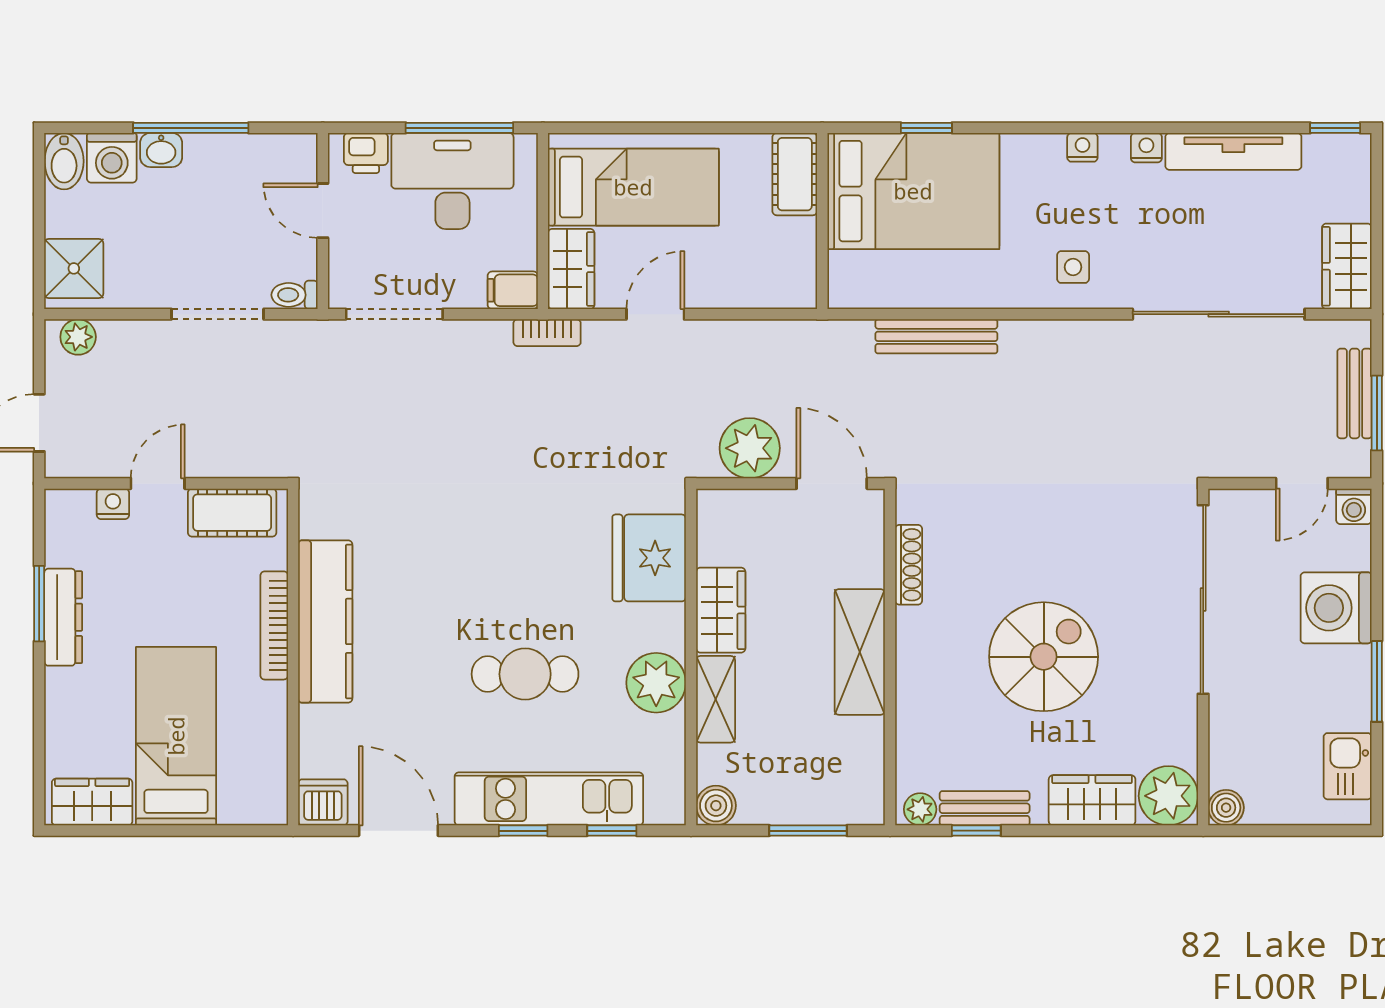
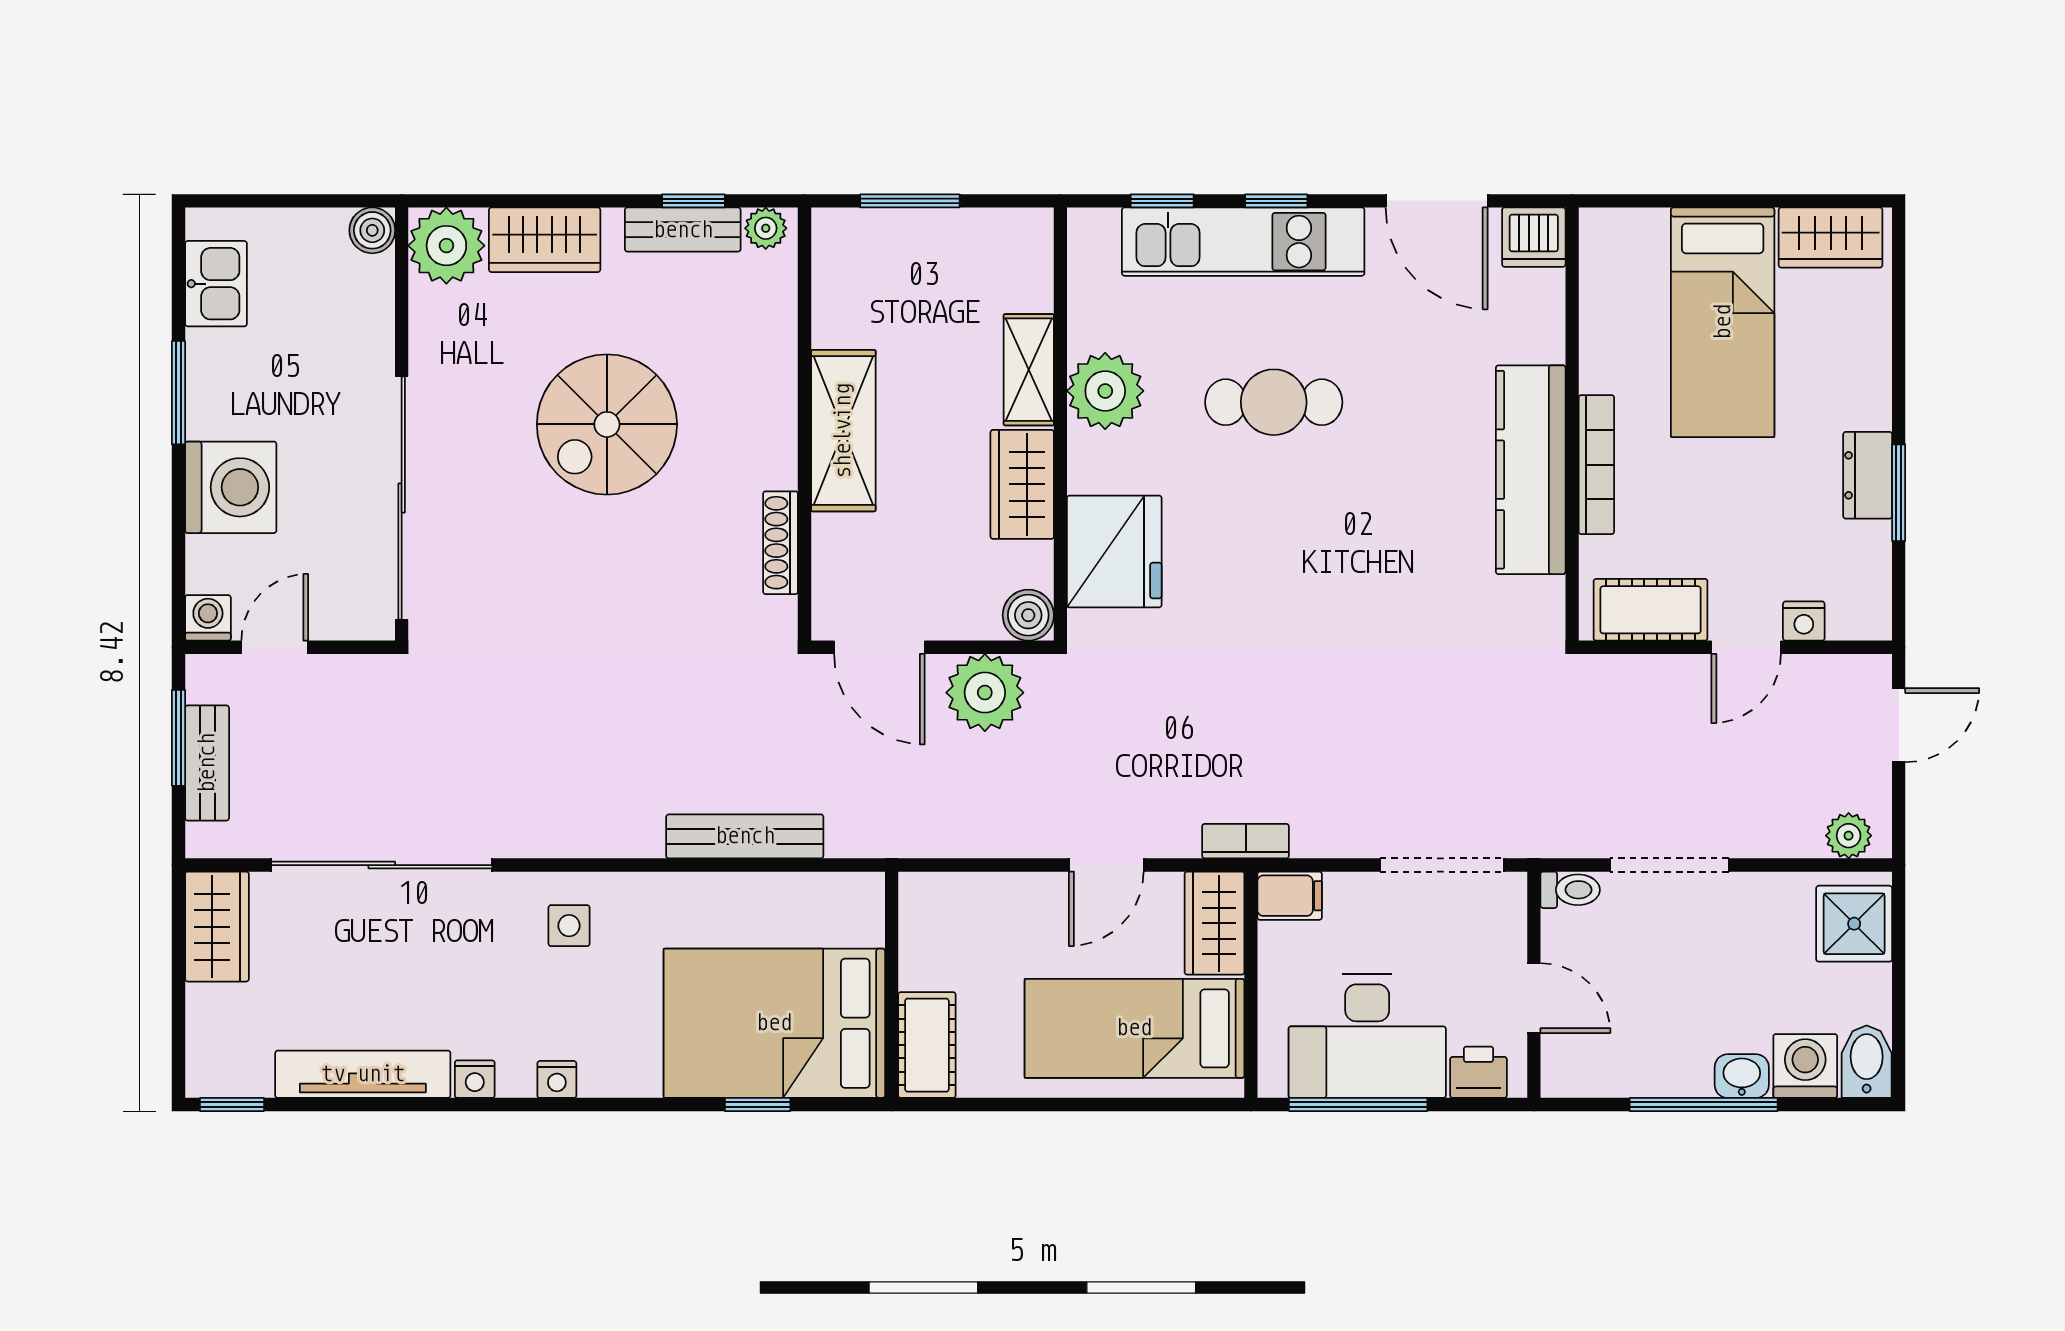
dresser: (63, 617) -> (1868, 475), width x0.70
boiler: (716, 806) -> (1028, 615), moved

